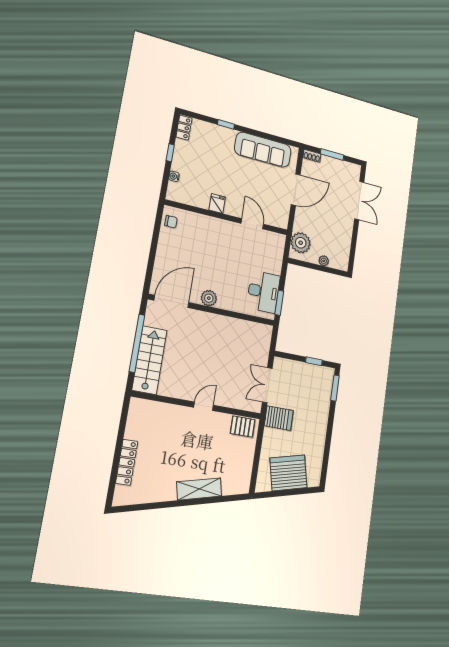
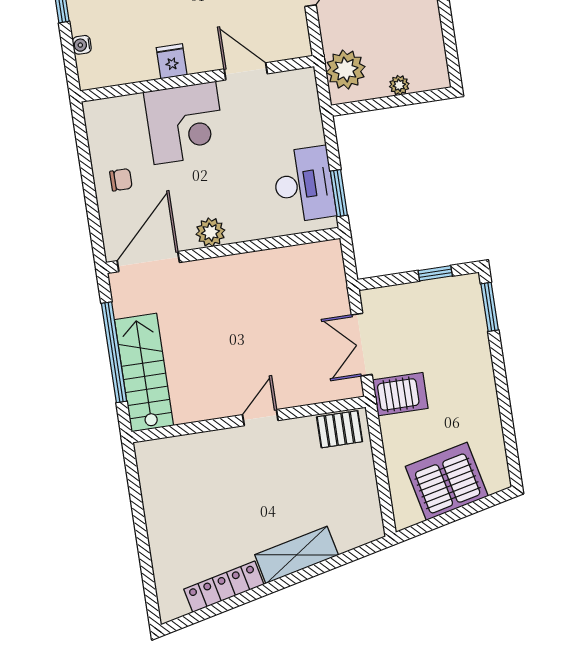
chair: (171, 222) -> (121, 180), moved
corner desk: (214, 237) -> (185, 123), added
locker: (127, 462) -> (224, 587), moved, turned -103

